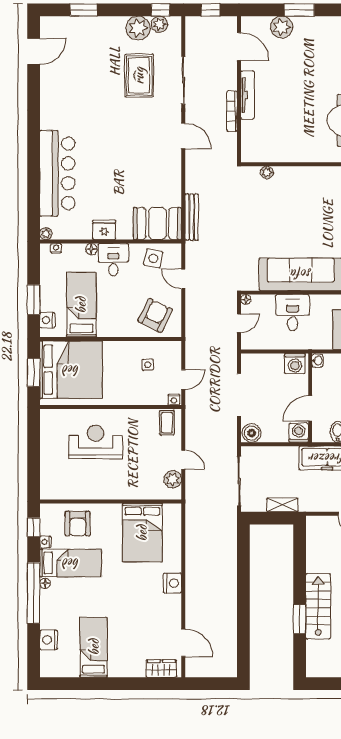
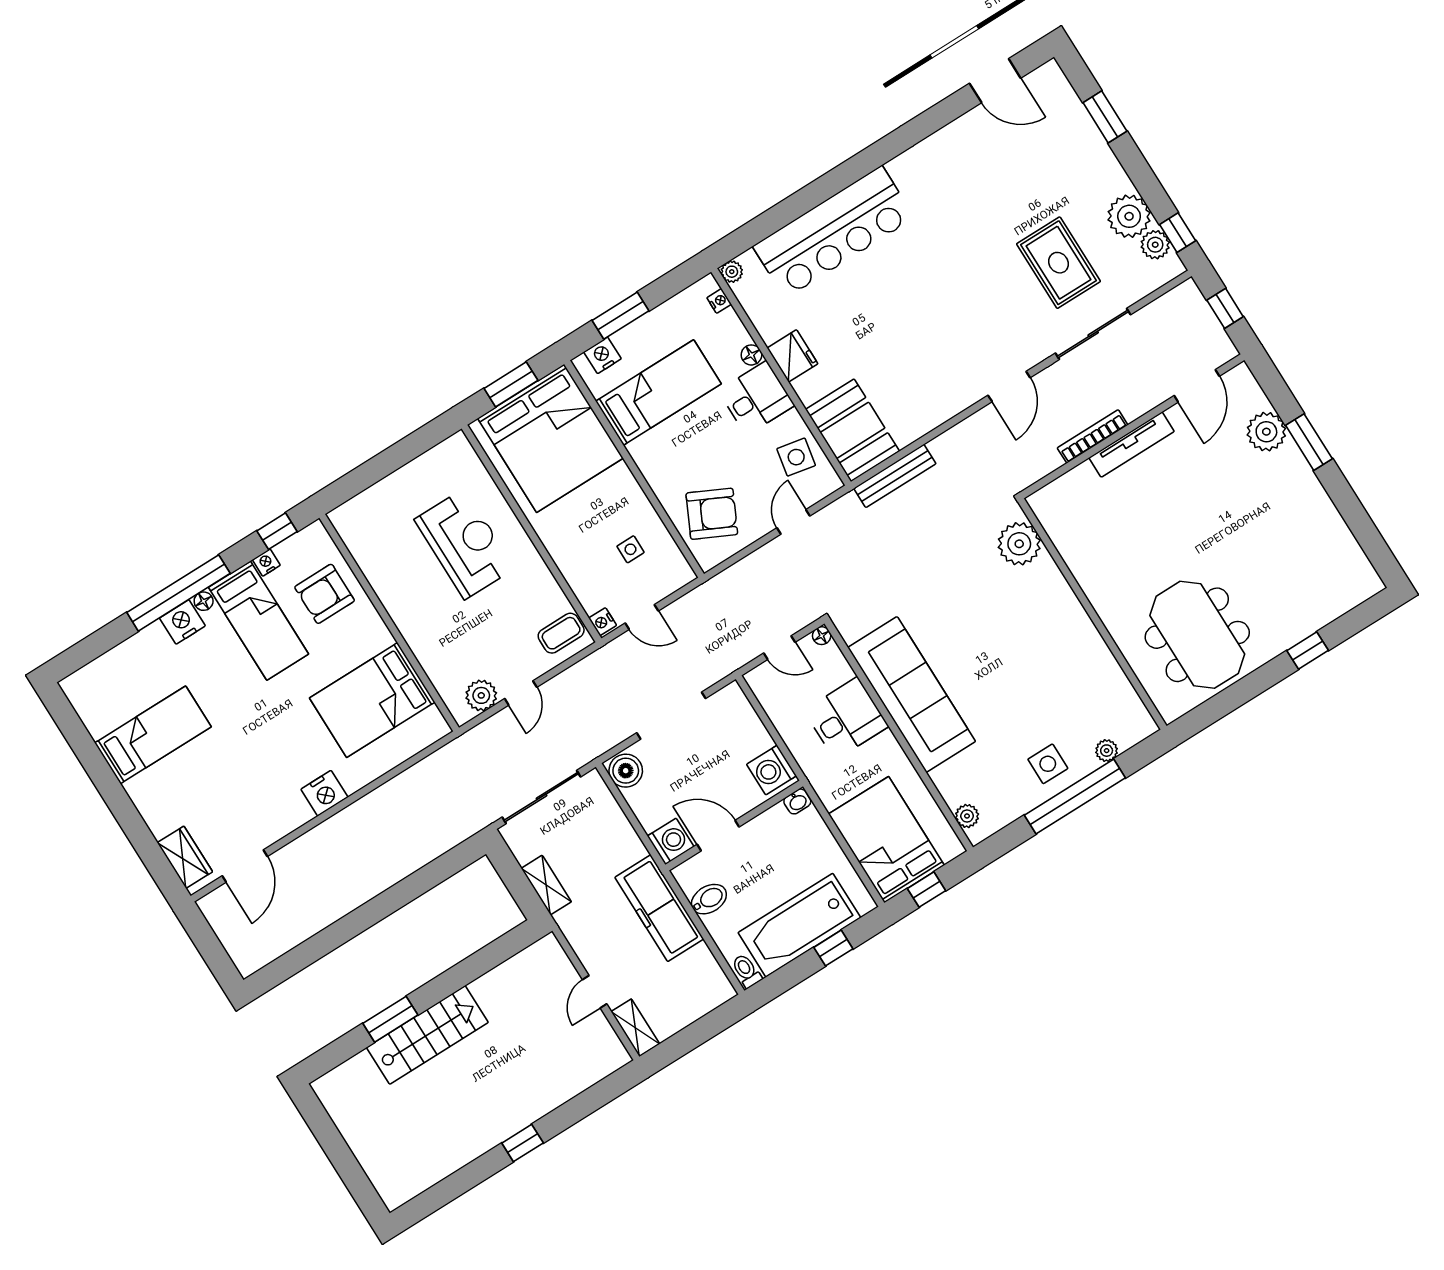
rug: (139, 76) -> (1058, 263), turned 90
plant: (267, 173) -> (1019, 544), width x1.87, depth x1.87
nightstand: (49, 640) -> (182, 622), moved

